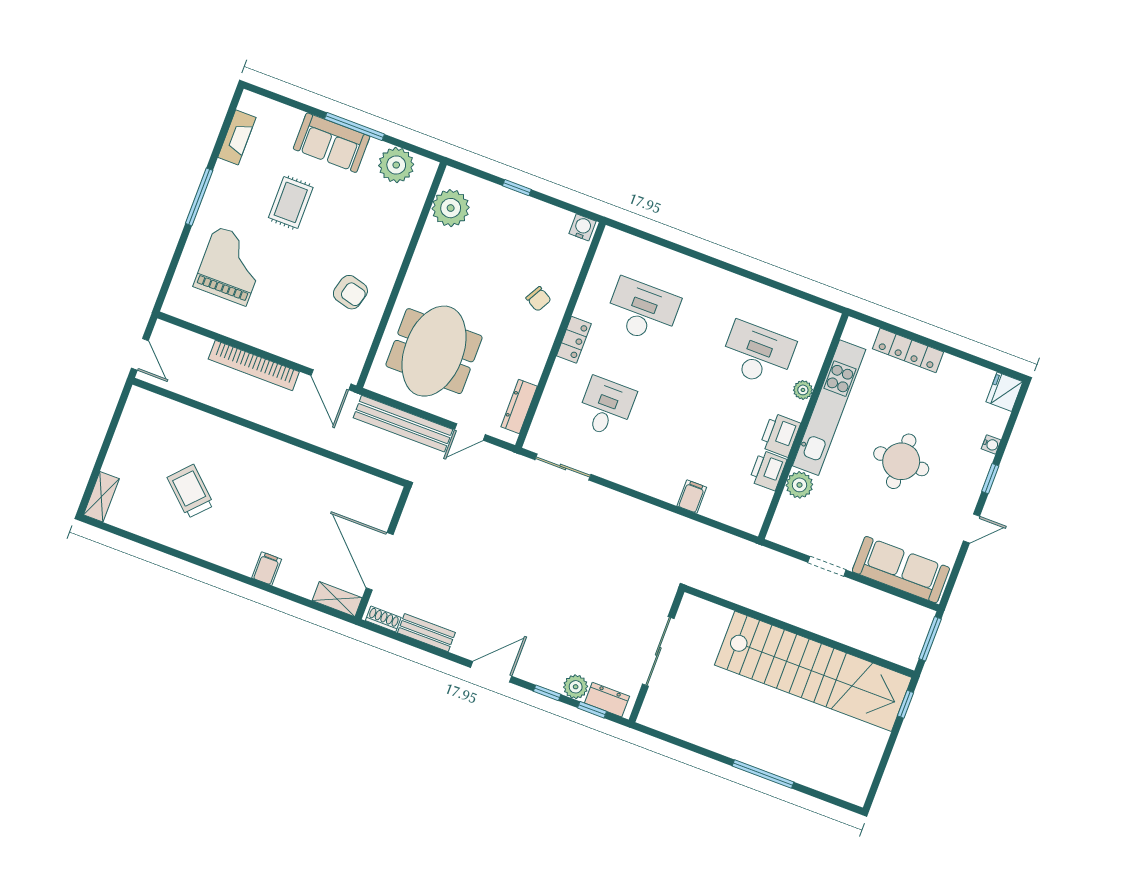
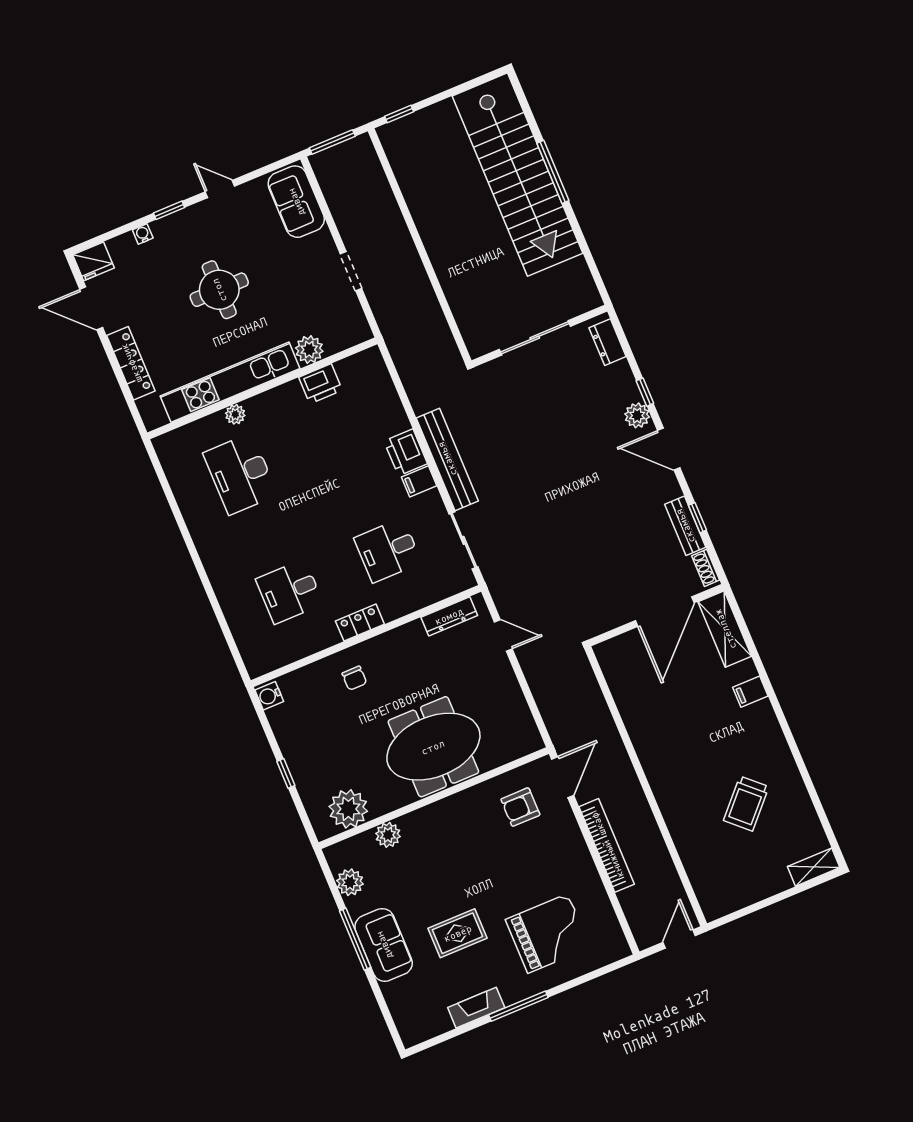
fireplace: (237, 137) -> (476, 1008), moved
plant: (396, 165) -> (350, 882), width x0.73, depth x0.73
plant: (406, 219) -> (388, 835), added
grand piano: (231, 266) -> (548, 933), turned 180
armchair: (350, 292) -> (520, 807), moved, turned -105
chair: (538, 299) -> (354, 678), turned 151
desk: (642, 311) -> (290, 592), width x0.73
meeting table: (434, 351) -> (433, 747), moved
door: (973, 359) -> (91, 308), added
bench: (403, 424) -> (447, 459), moved
printer: (780, 435) -> (406, 452), moved, turned 90
filing cabinet: (692, 497) -> (419, 481), moved
sofa: (901, 570) -> (296, 202), width x0.73
shelving: (337, 599) -> (725, 629), width x1.50, depth x1.33
stairs: (813, 671) -> (518, 175), moved, turned 180
plant: (576, 687) -> (637, 415), moved
window: (592, 710) -> (697, 518), moved

